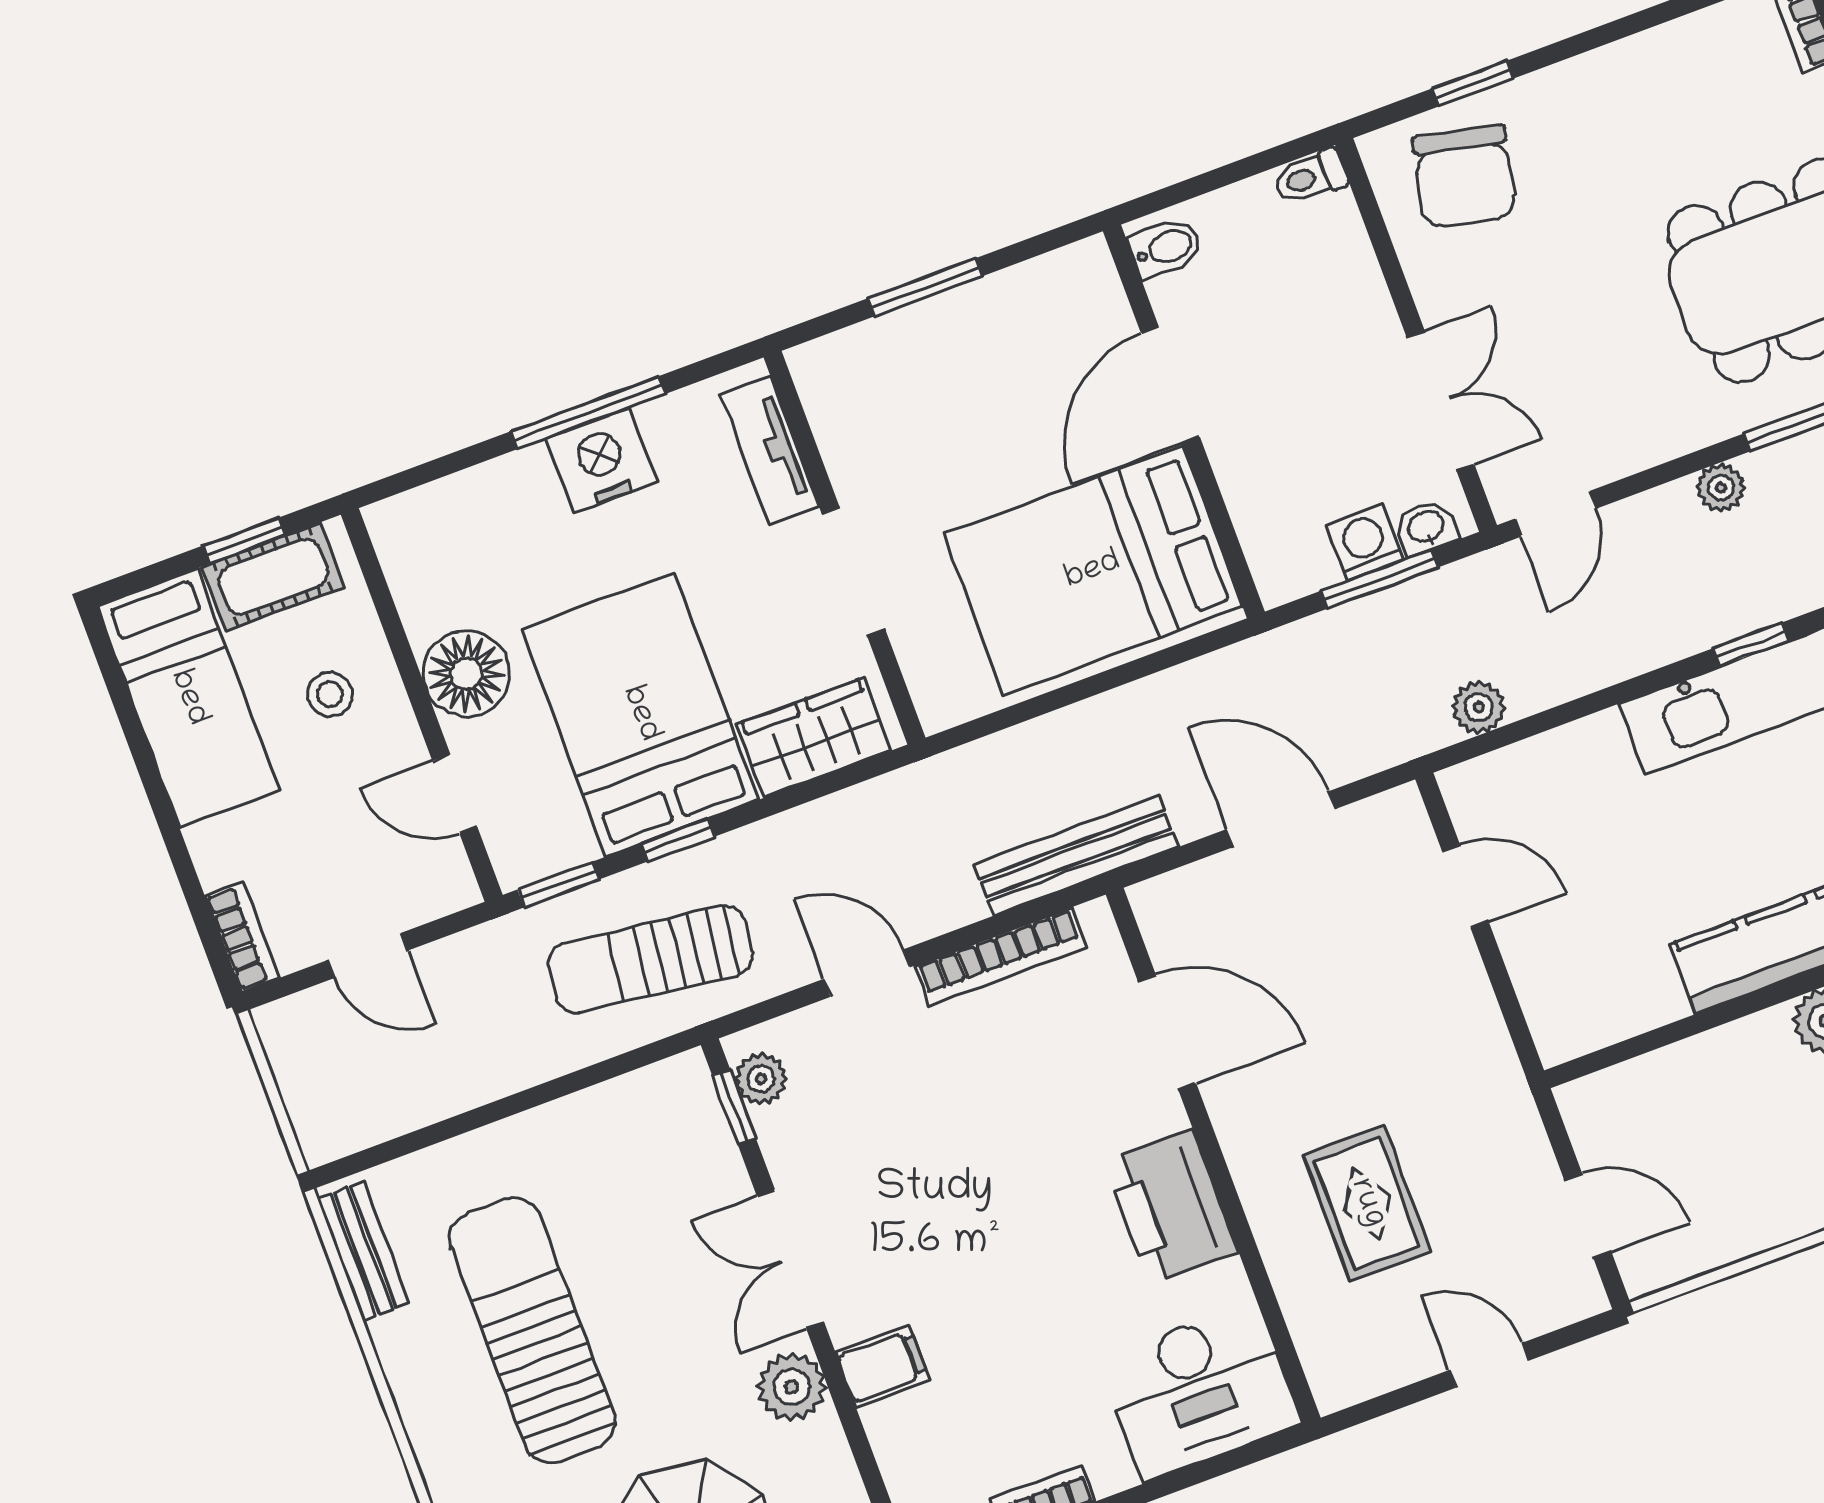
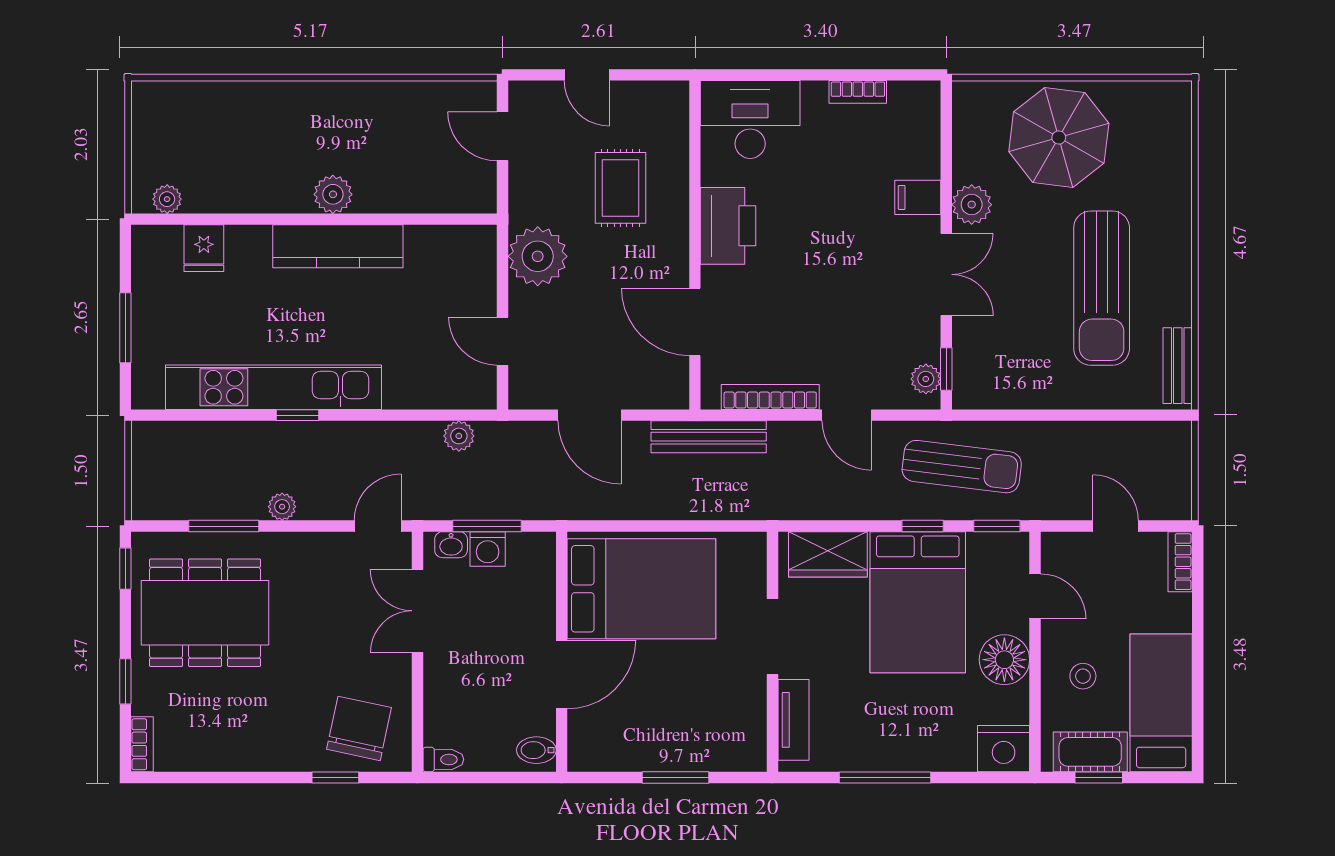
nightstand: (601, 460) -> (1004, 749), moved
plant: (1459, 1044) -> (538, 256), added

